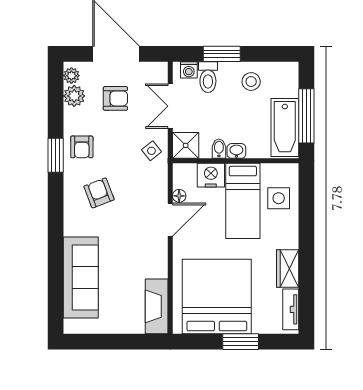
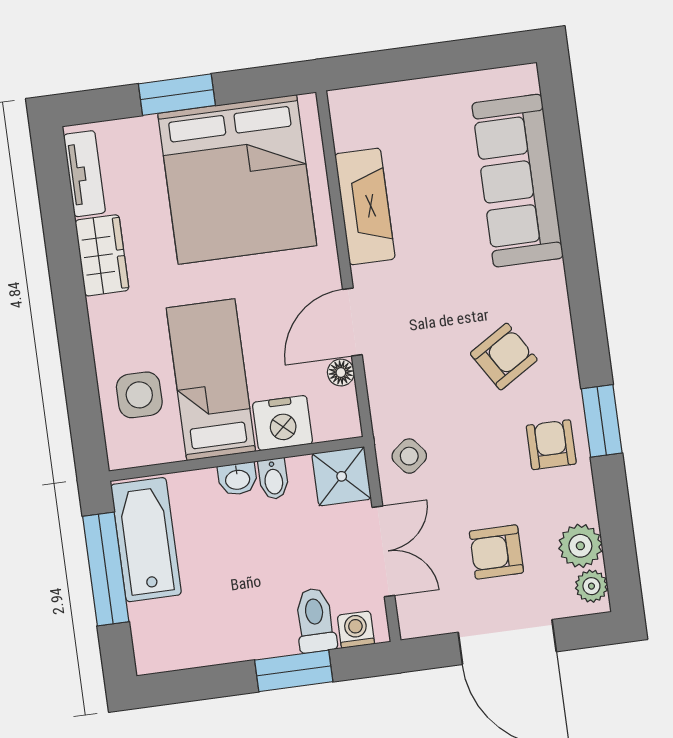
stool: (251, 82) -> (227, 623), removed
armchair: (99, 193) -> (504, 357), turned -101
fireplace: (157, 306) -> (365, 206), moved

